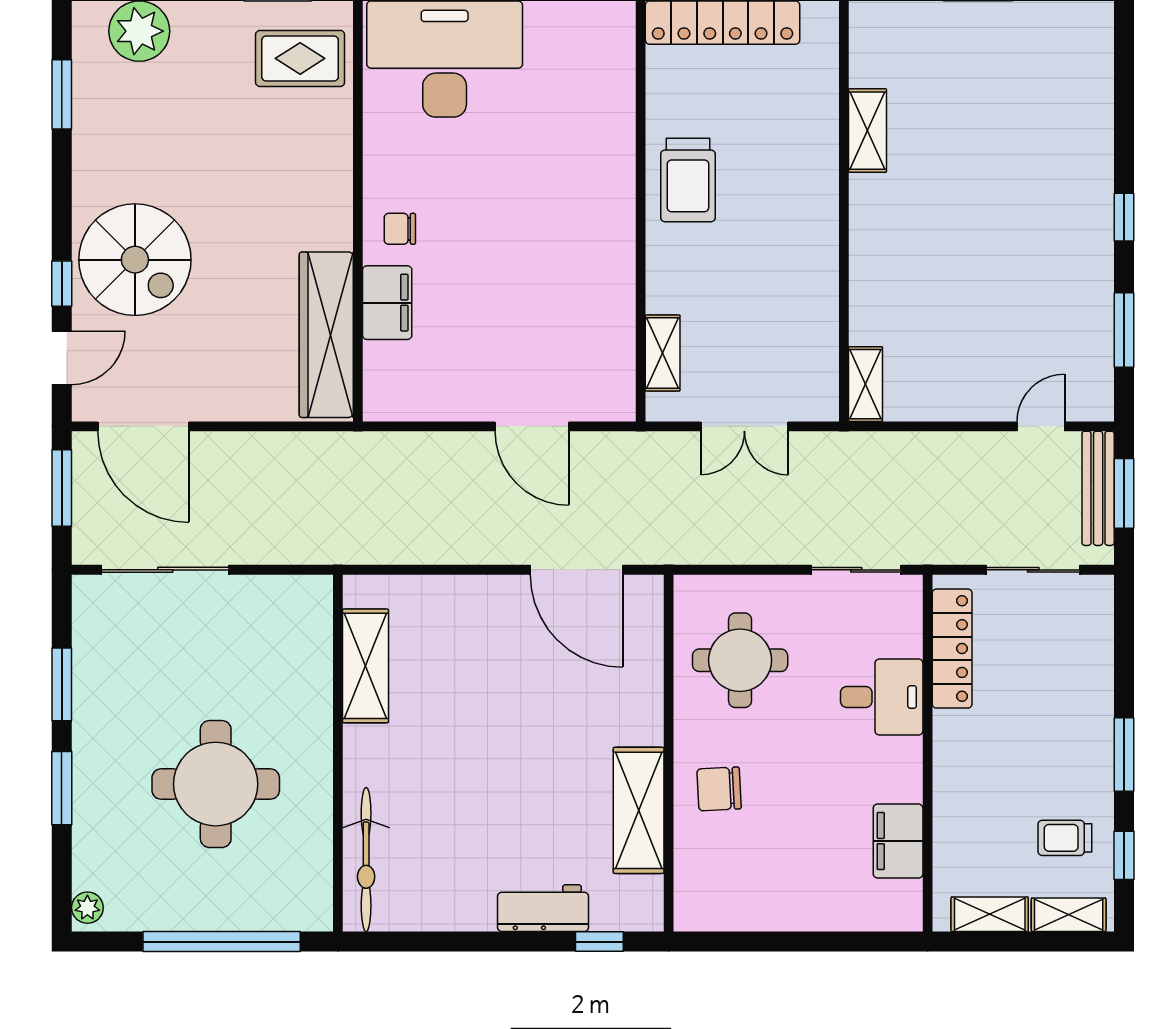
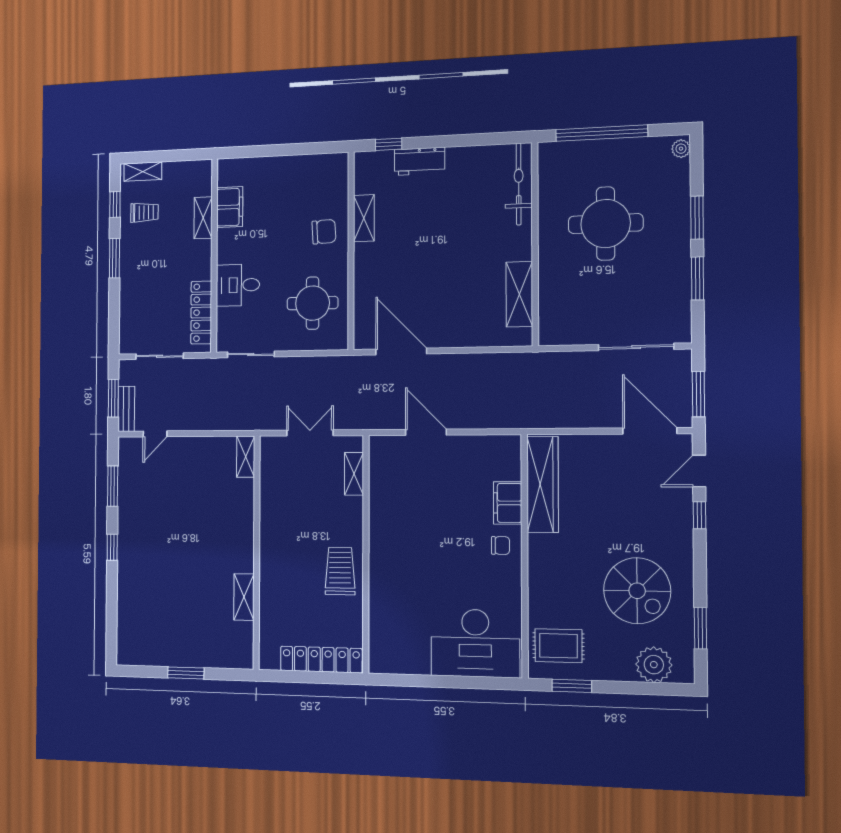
spiral stairs: (135, 260) -> (637, 591), moved, turned 180
bench: (1098, 488) -> (126, 409), width x0.73
shelving: (639, 810) -> (364, 218), width x0.67, depth x0.75
shelving: (990, 914) -> (203, 218), moved, turned 90

